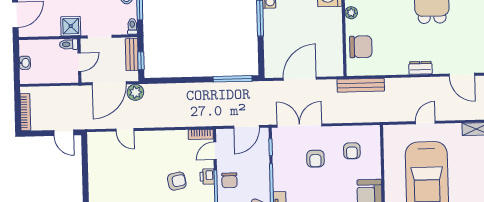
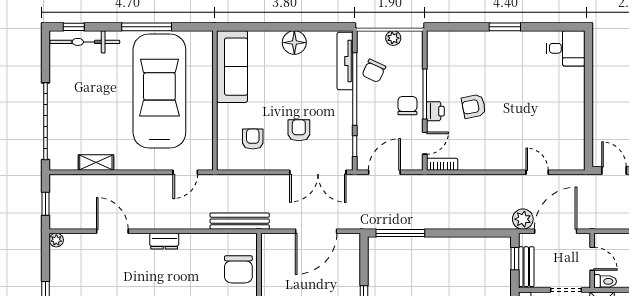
chair: (361, 47) -> (238, 269), turned -90
door: (79, 62) -> (592, 259), swing flipped
door: (425, 122) -> (185, 172), moved

